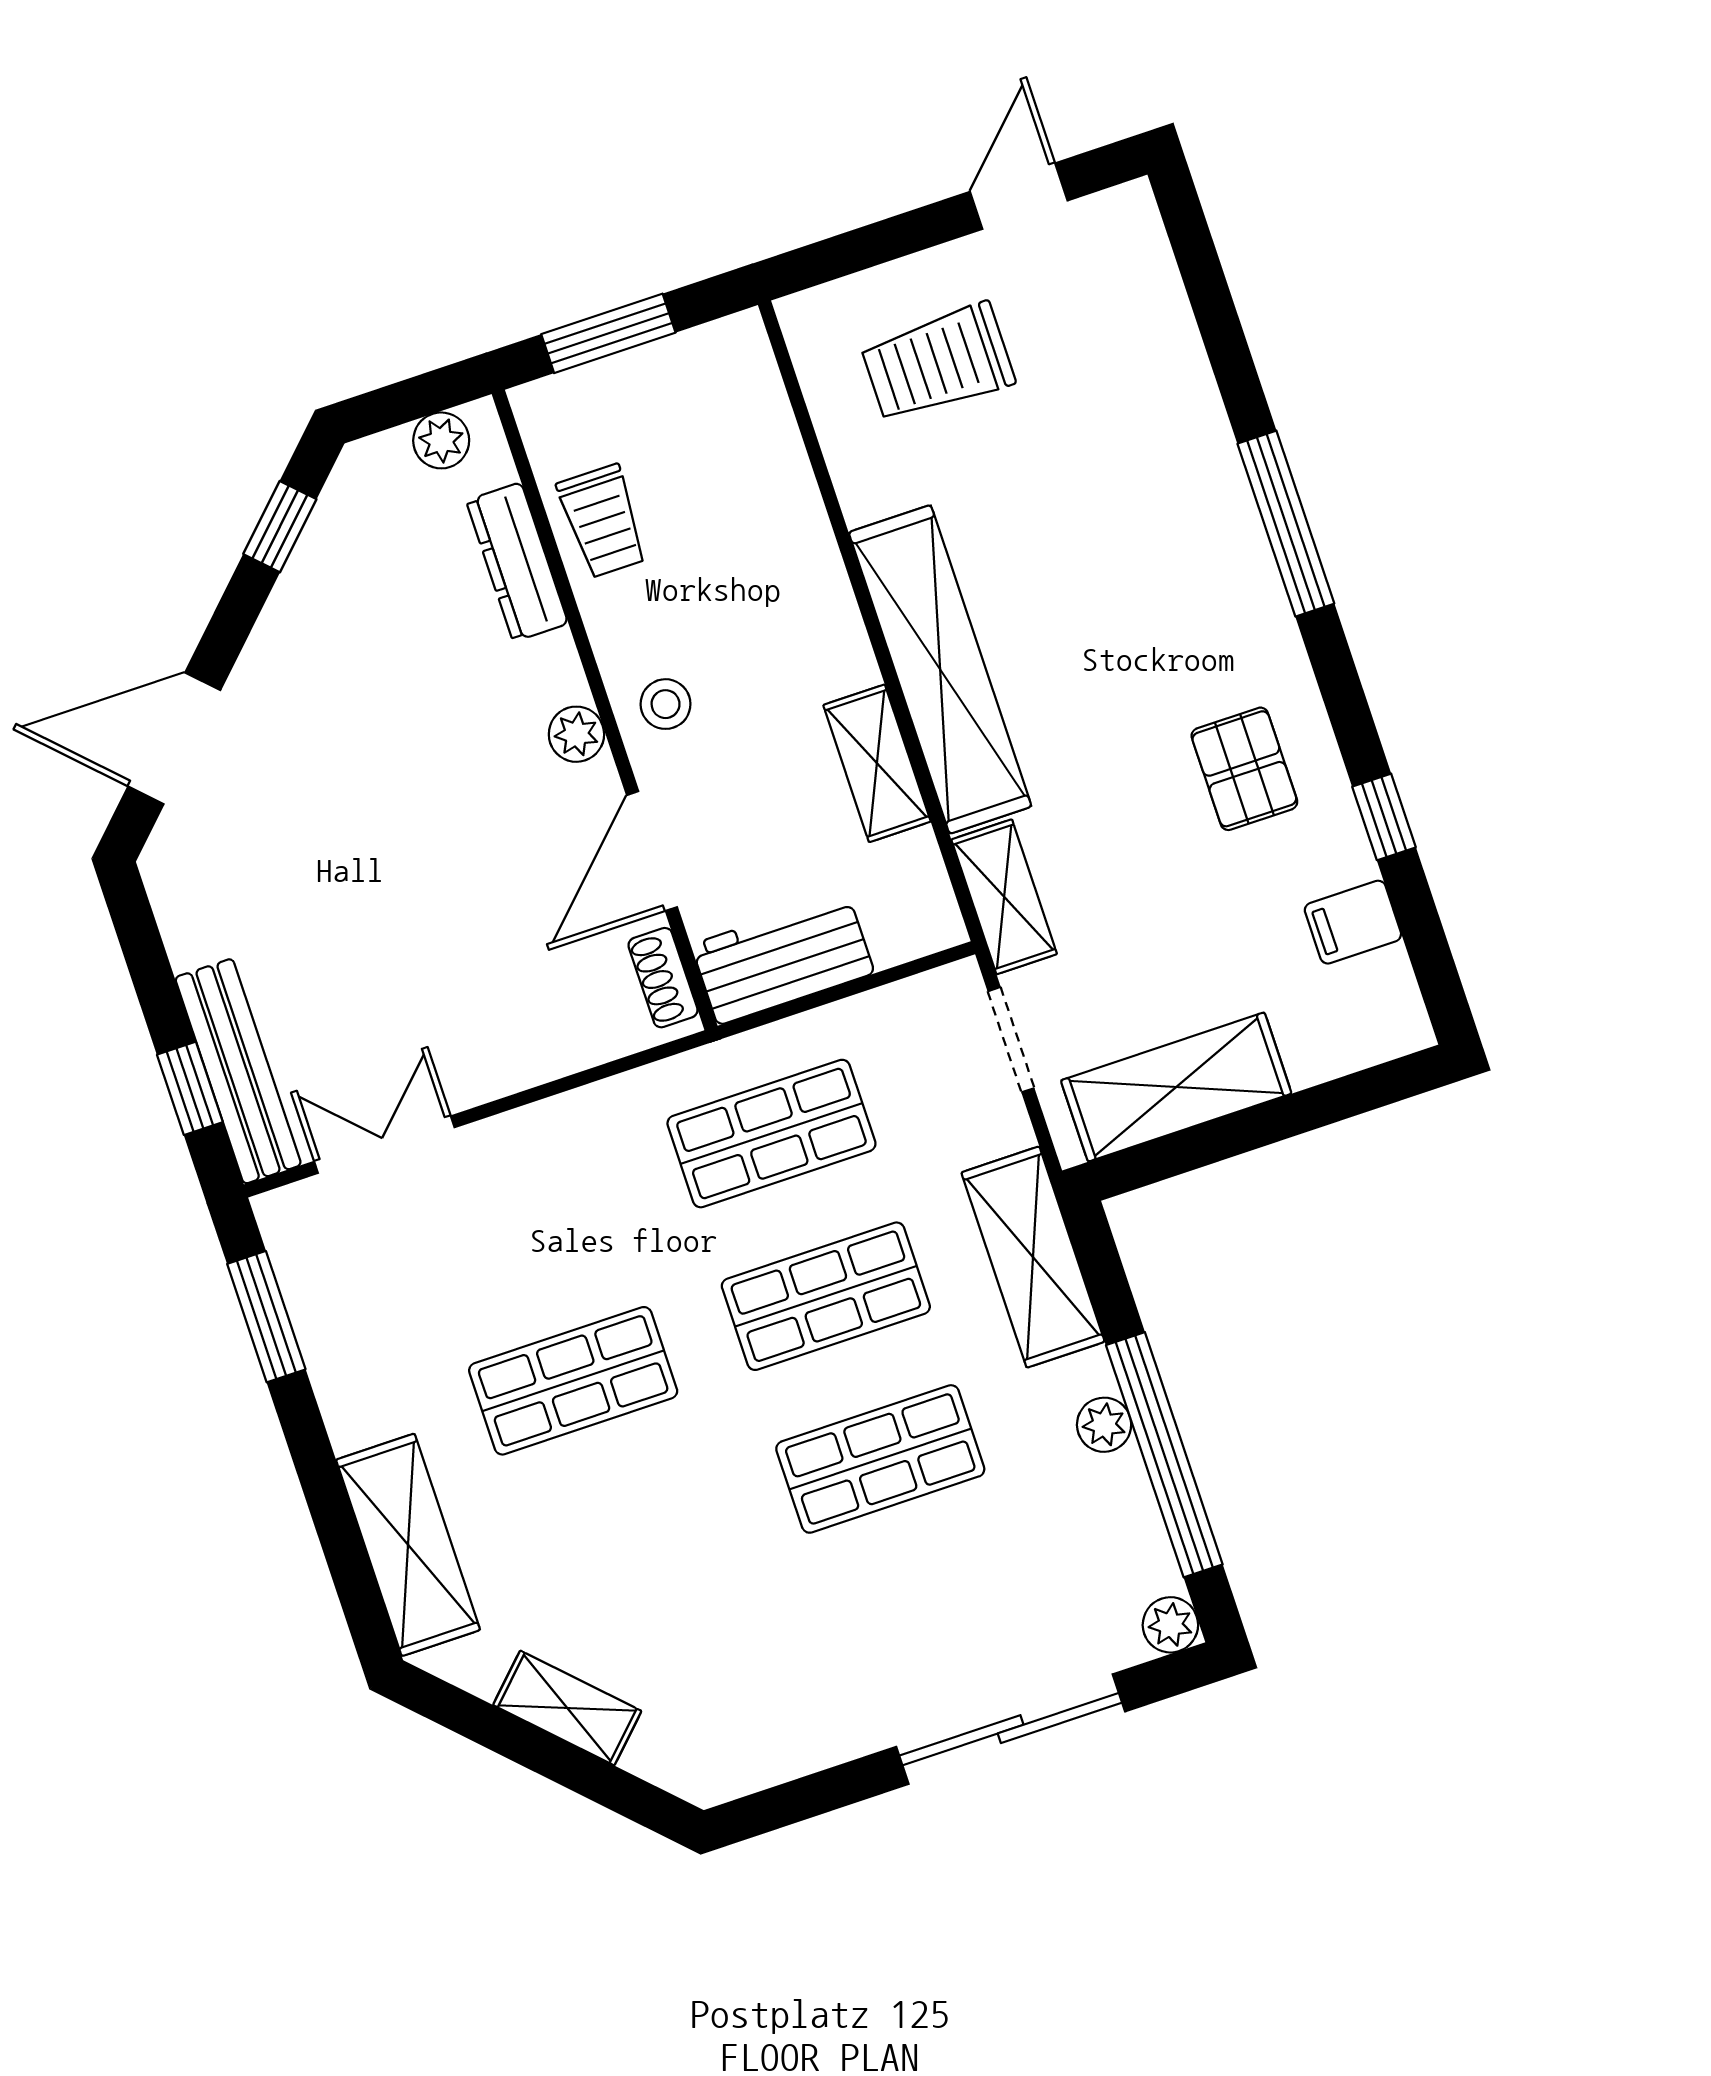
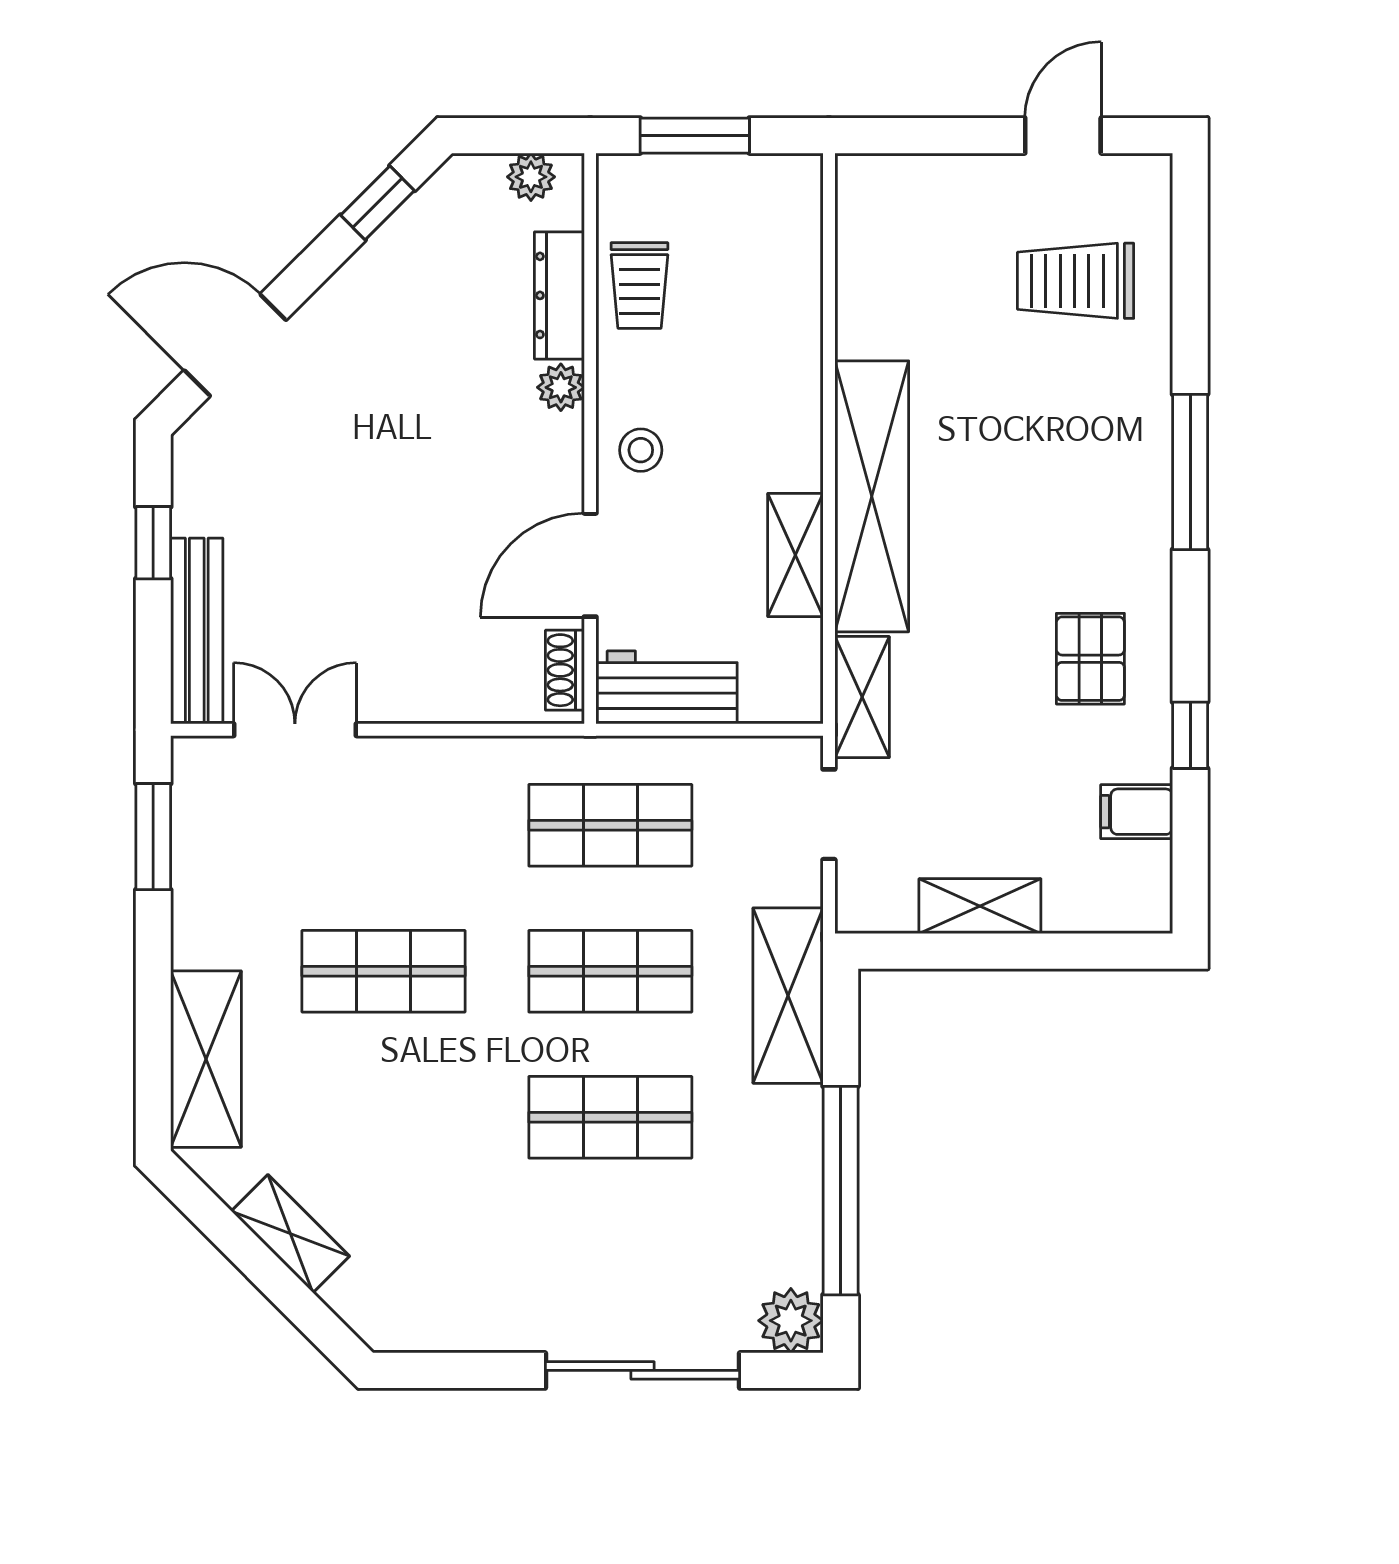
trolley: (938, 363) -> (1076, 281), moved
plant: (576, 734) -> (561, 387), moved
shelving: (1176, 1087) -> (980, 906), width x0.67, depth x0.75
window: (190, 1088) -> (153, 543), moved
plant: (1104, 1425) -> (800, 1150), removed
plant: (1170, 1625) -> (791, 1321), width x1.38, depth x1.38

